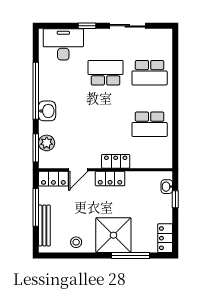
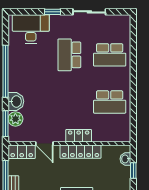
school desk: (106, 73) -> (69, 55), turned -90
washbasin: (47, 111) -> (16, 101), moved
door: (78, 170) -> (44, 144), hinge flipped
locker: (110, 179) -> (81, 152), width x1.53

